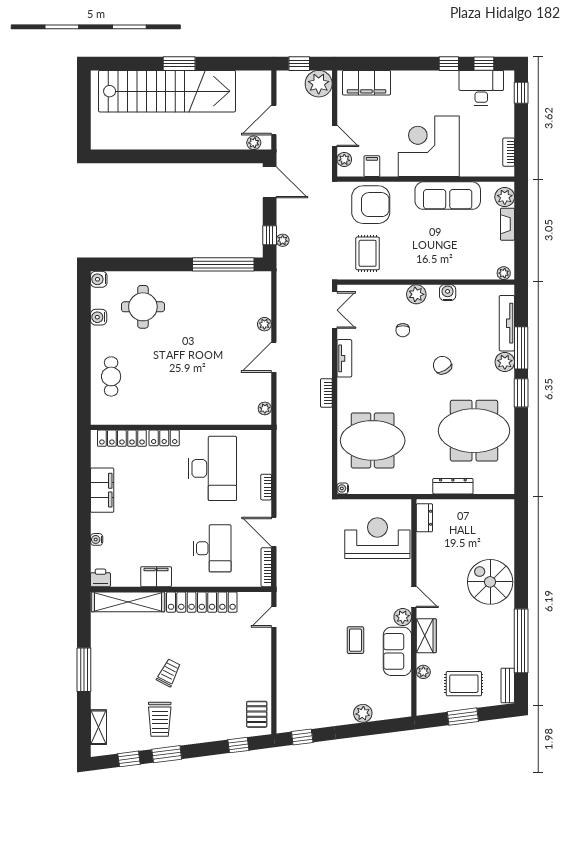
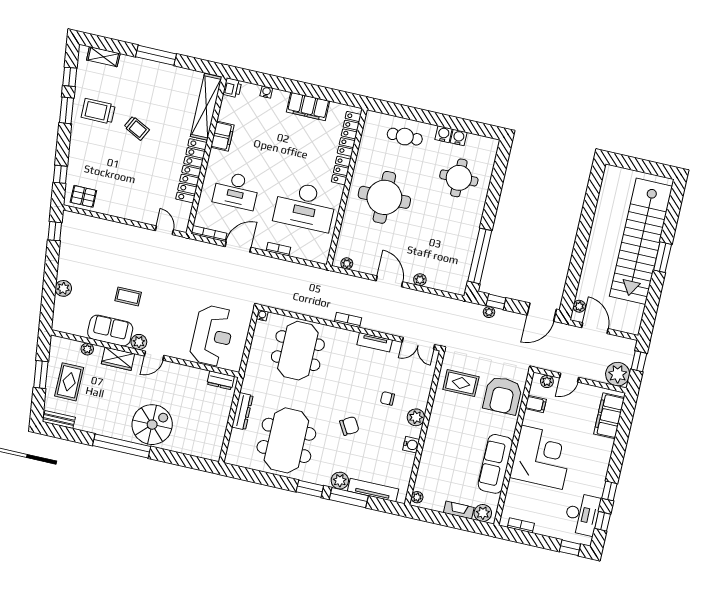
water cooler: (99, 279) -> (443, 134), moved
round table: (183, 384) -> (384, 197), added
window: (521, 641) -> (122, 446), moved

